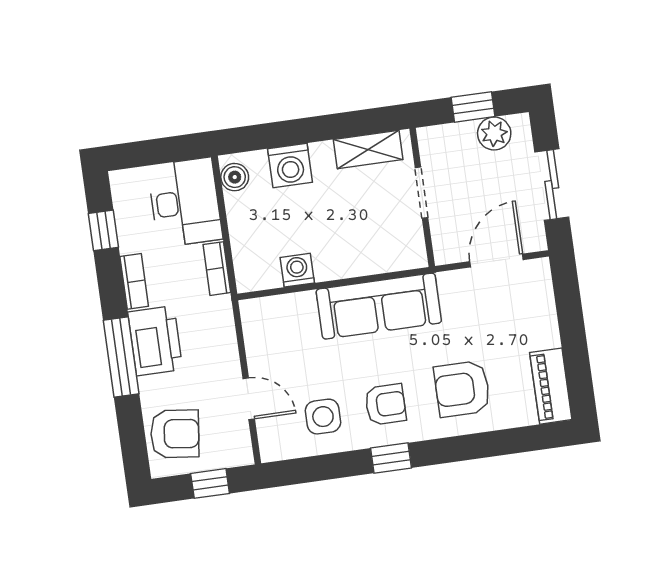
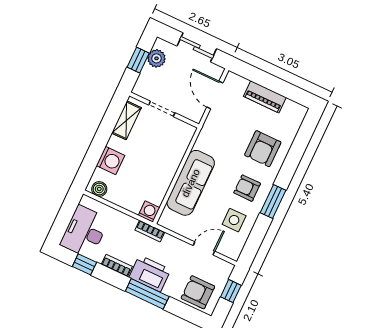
desk: (185, 202) -> (85, 232), moved, turned -90
bookcase: (217, 269) -> (150, 231), moved
washing machine: (297, 270) -> (149, 212), moved, turned 90
sofa: (379, 306) -> (191, 183), moved
piano: (551, 386) -> (265, 97), moved
armchair: (385, 404) -> (247, 188), turned -90
armchair: (175, 434) -> (198, 292), turned -97
window: (391, 458) -> (273, 201), width x1.50

